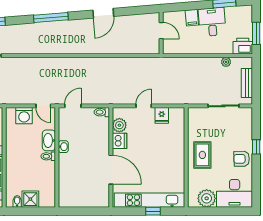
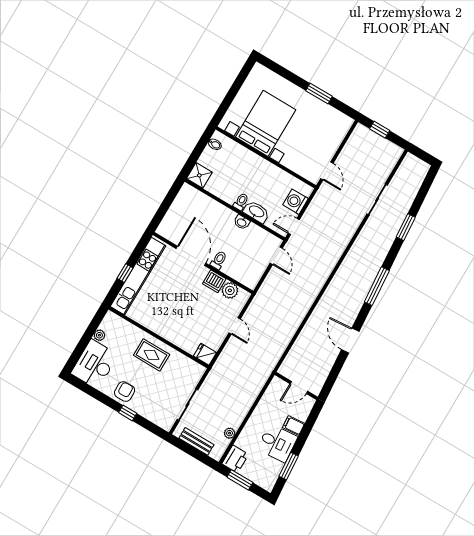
toilet: (102, 112) -> (219, 260), moved
fridge: (162, 115) -> (205, 354), moved
door: (111, 170) -> (191, 256), swing flipped
plant: (207, 198) -> (99, 335), width x0.53, depth x0.53
shower: (30, 199) -> (199, 175), moved

